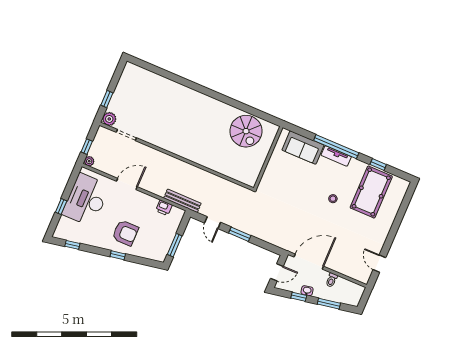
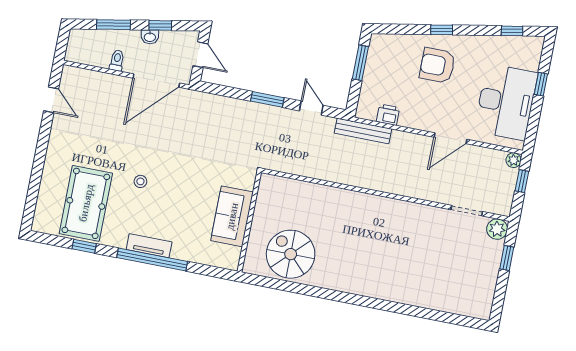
sofa: (303, 148) -> (232, 216), moved, turned -90
door: (277, 272) -> (200, 55), swing flipped

